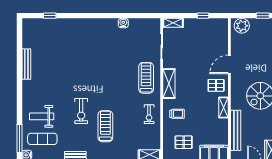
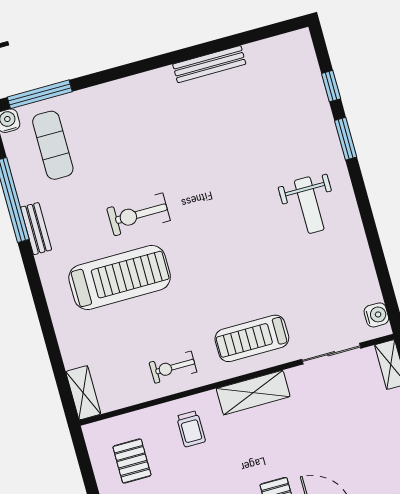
window: (73, 16) -> (346, 139), added
water cooler: (123, 23) -> (376, 315), moved
treadmill: (146, 78) -> (252, 338), turned 180
weight bench: (42, 116) -> (309, 205), moved, turned 180
treadmill: (105, 126) -> (120, 277), width x1.37, depth x1.38

